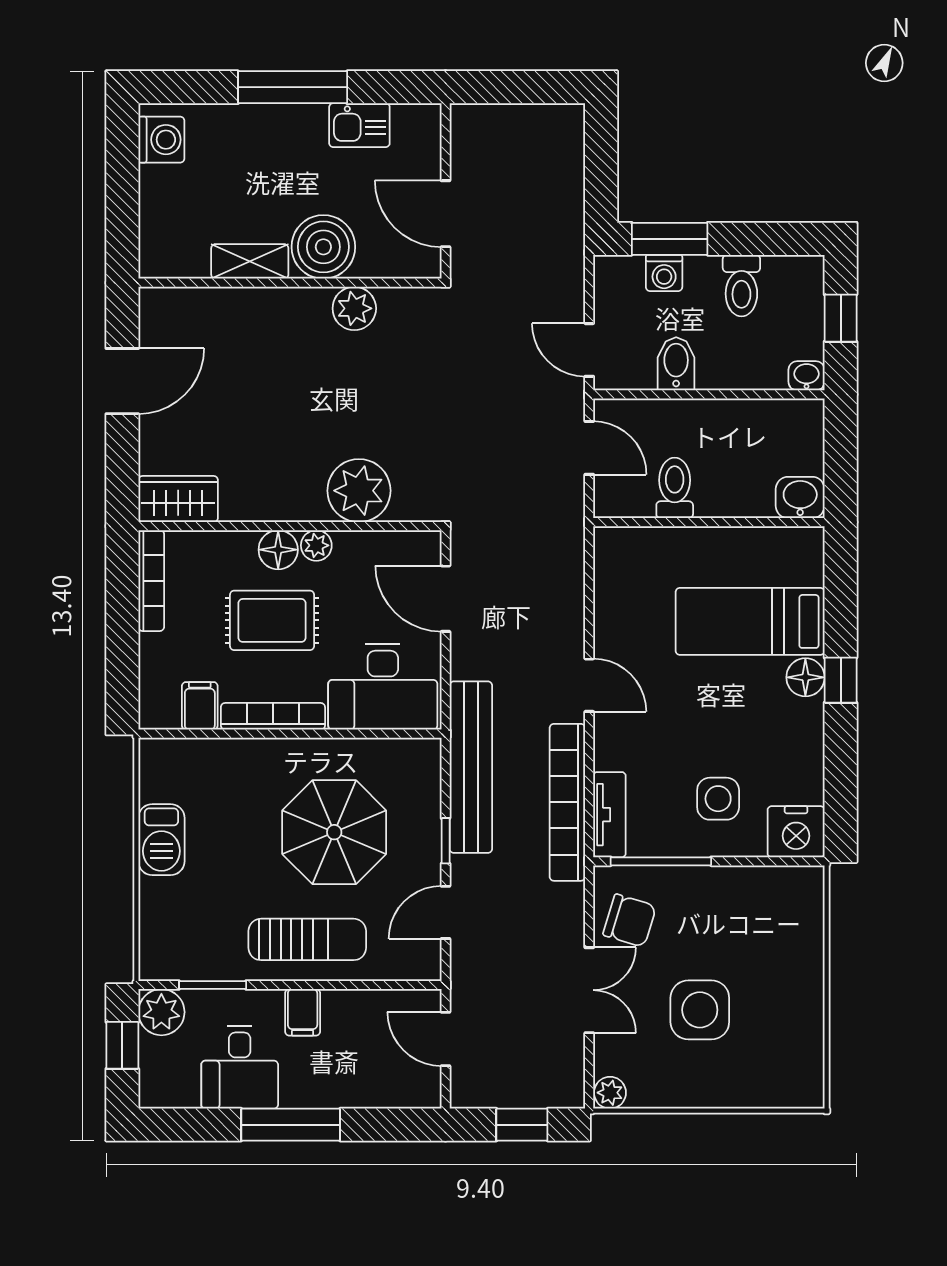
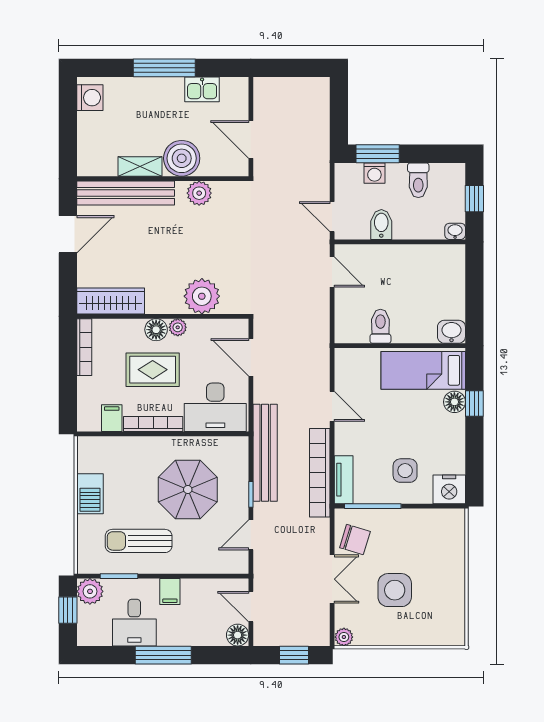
bench: (224, 308) -> (126, 193), added
toilet: (675, 488) -> (380, 326), moved
washbasin: (800, 497) -> (451, 332), moved
wardrobe: (178, 499) -> (111, 301), width x1.50
wall: (709, 522) -> (400, 346), moved
sun lounger: (307, 939) -> (139, 541), moved, turned 180
floor lamp: (422, 1089) -> (238, 635), added

